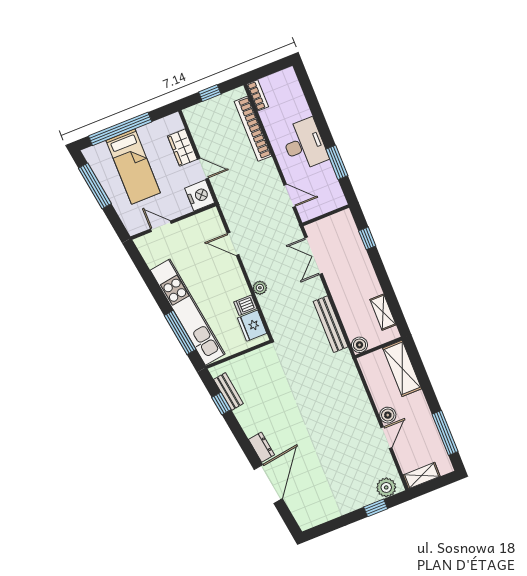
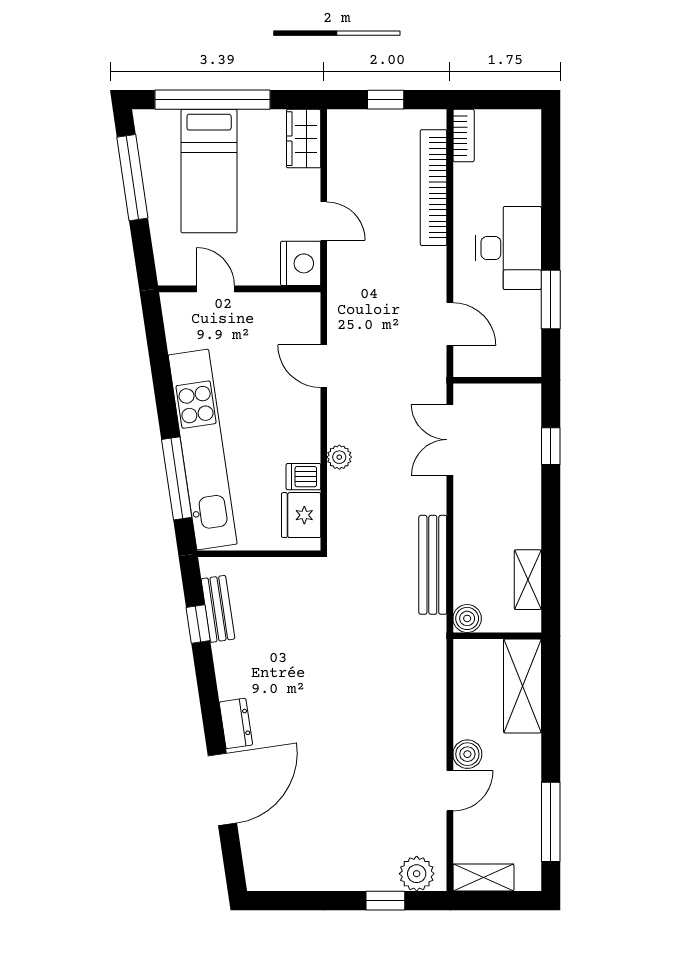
wardrobe: (182, 148) -> (304, 139), moved

